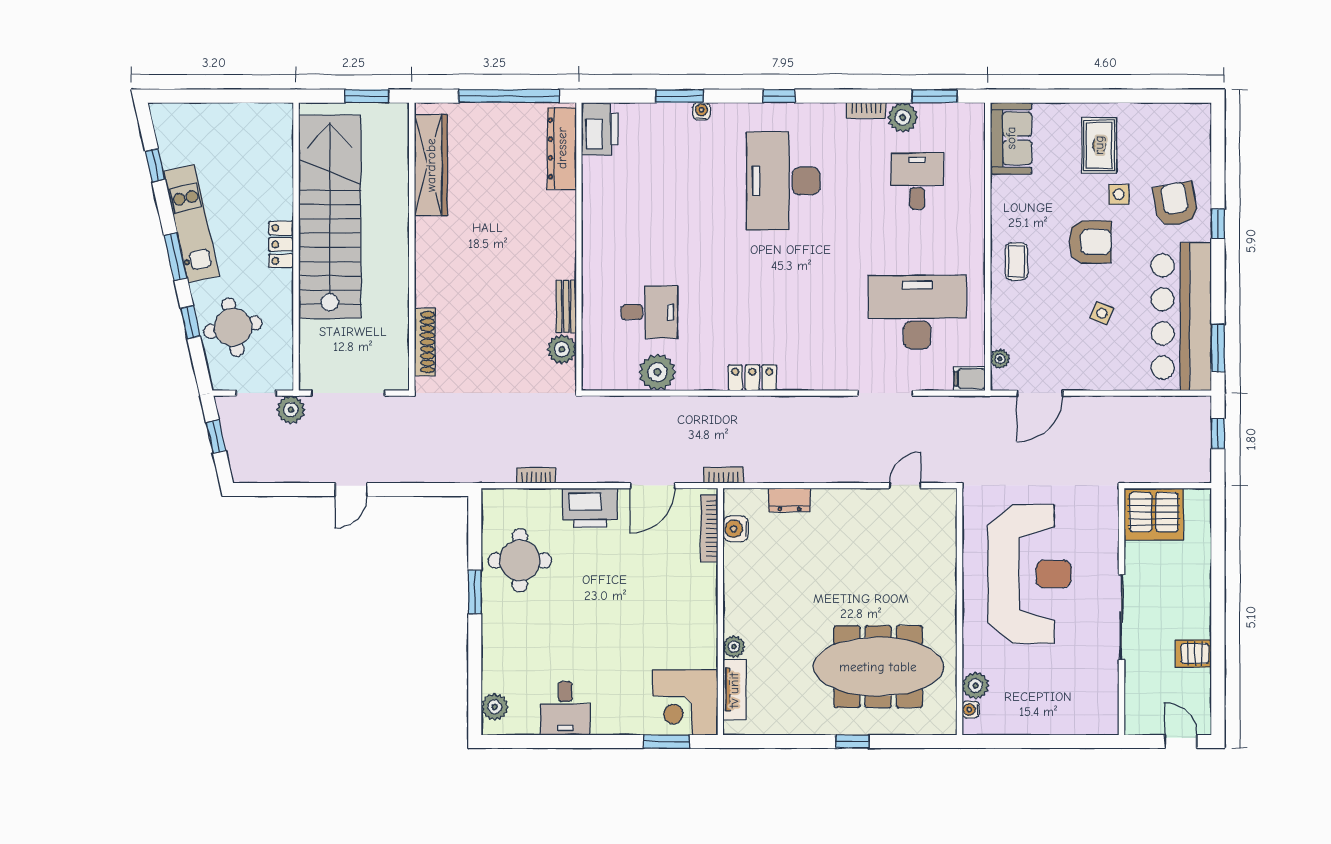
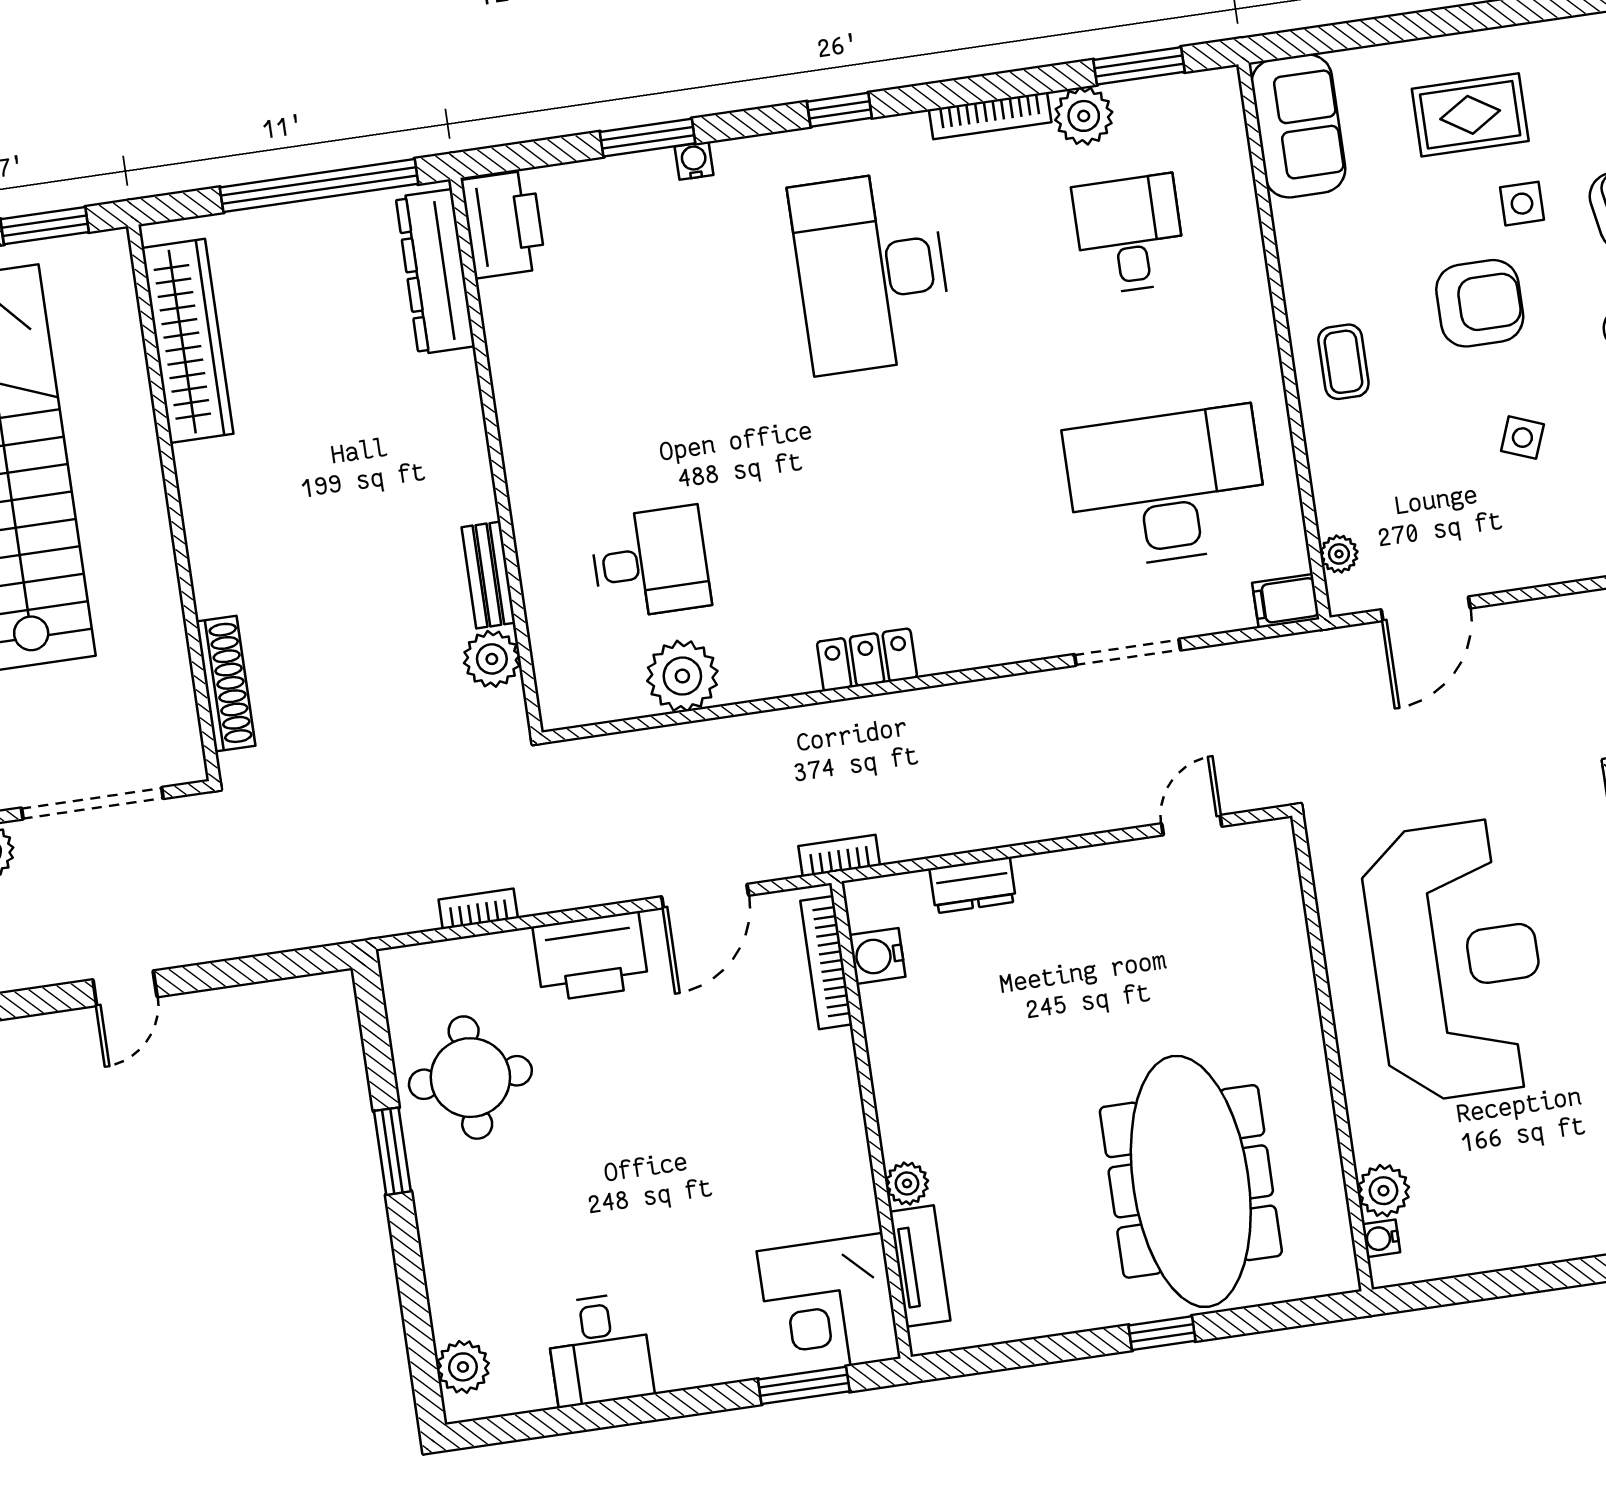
bookcase: (866, 110) -> (990, 116), width x1.56
rug: (1099, 145) -> (1470, 115), turned 90
meeting table: (878, 667) -> (1191, 1181), turned 90

